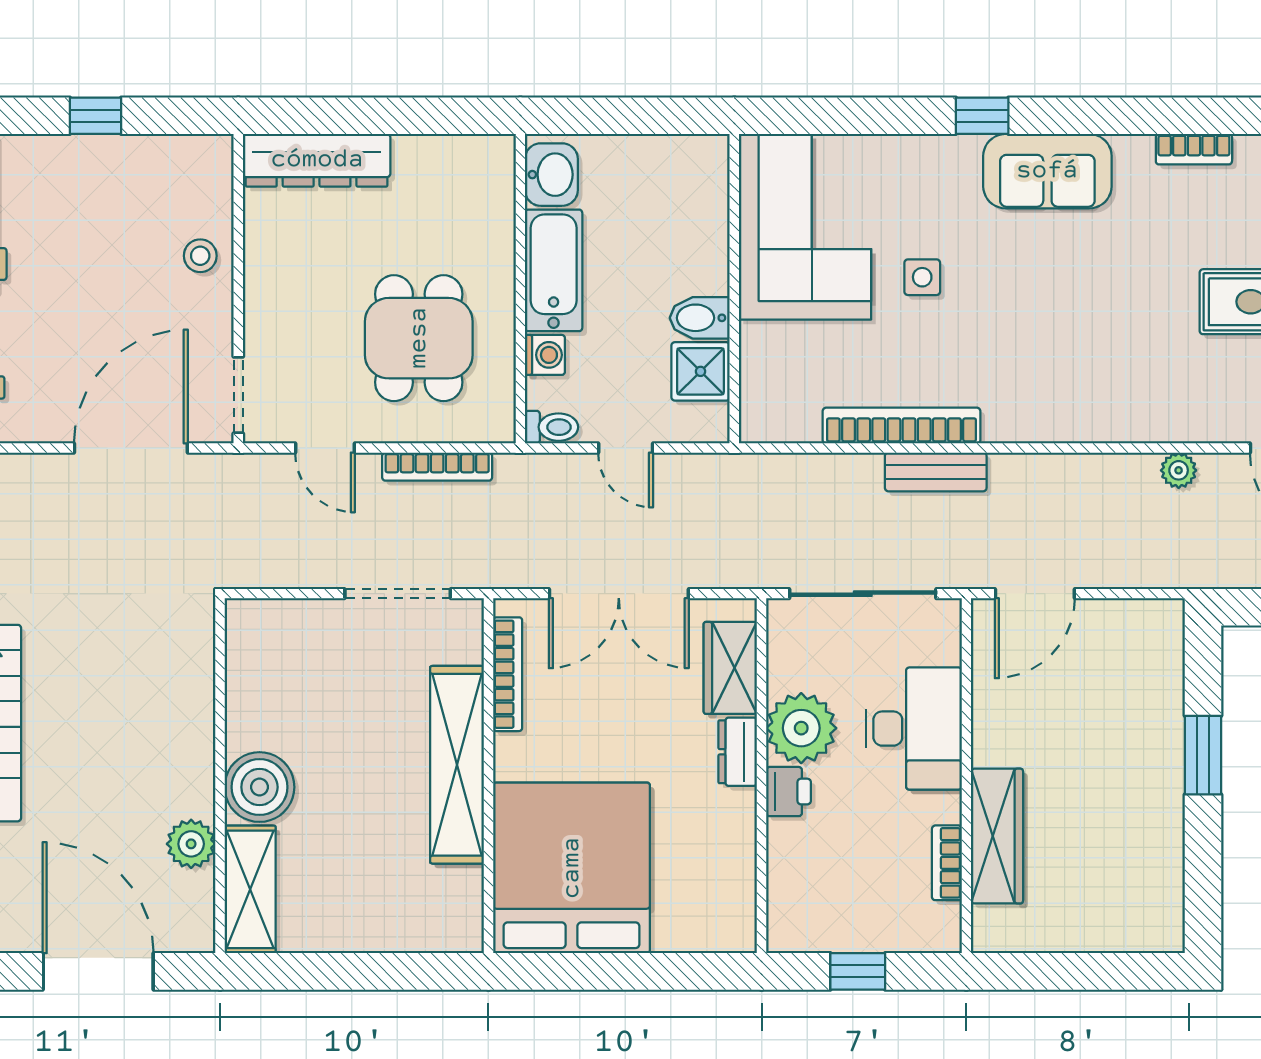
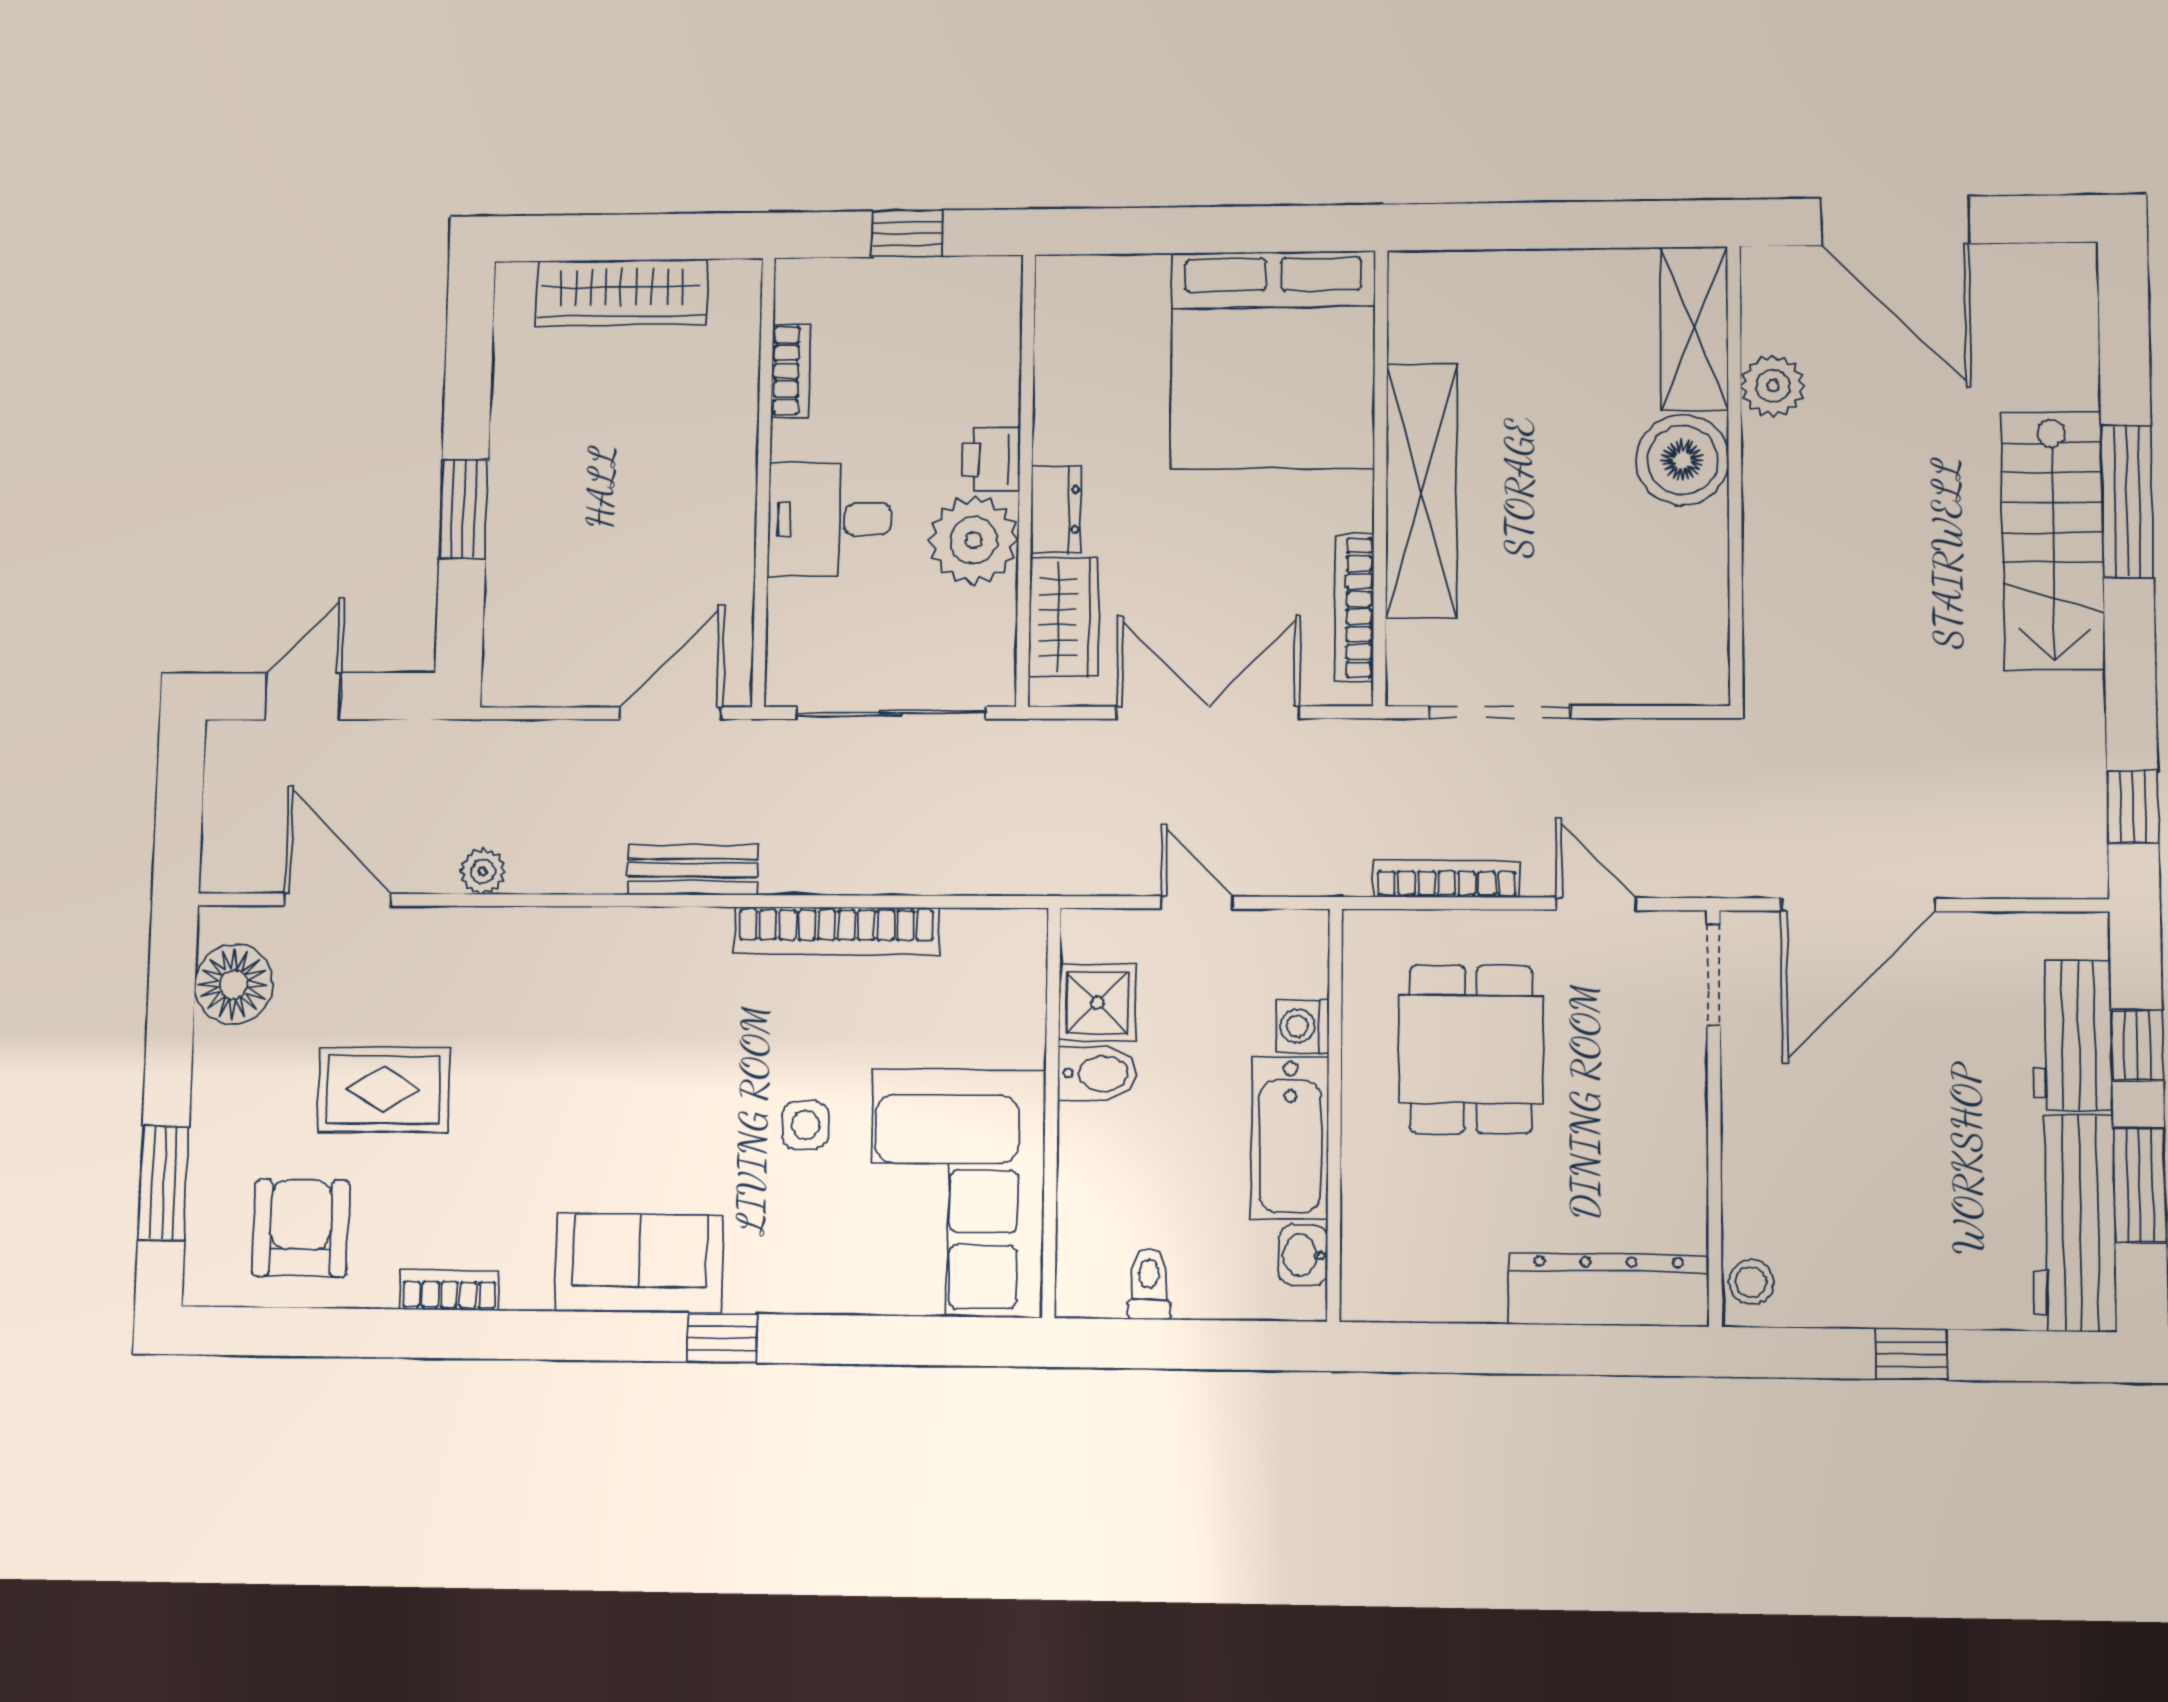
washbasin: (551, 175) -> (1303, 1255), width x0.72, depth x0.69
stool: (200, 256) -> (1751, 1282), moved
toilet: (552, 427) -> (1149, 1284), moved, turned 90
bench: (936, 472) -> (693, 870), moved
desk: (914, 729) -> (830, 519), width x0.73
wardrobe: (997, 836) -> (621, 292), moved, turned -90

